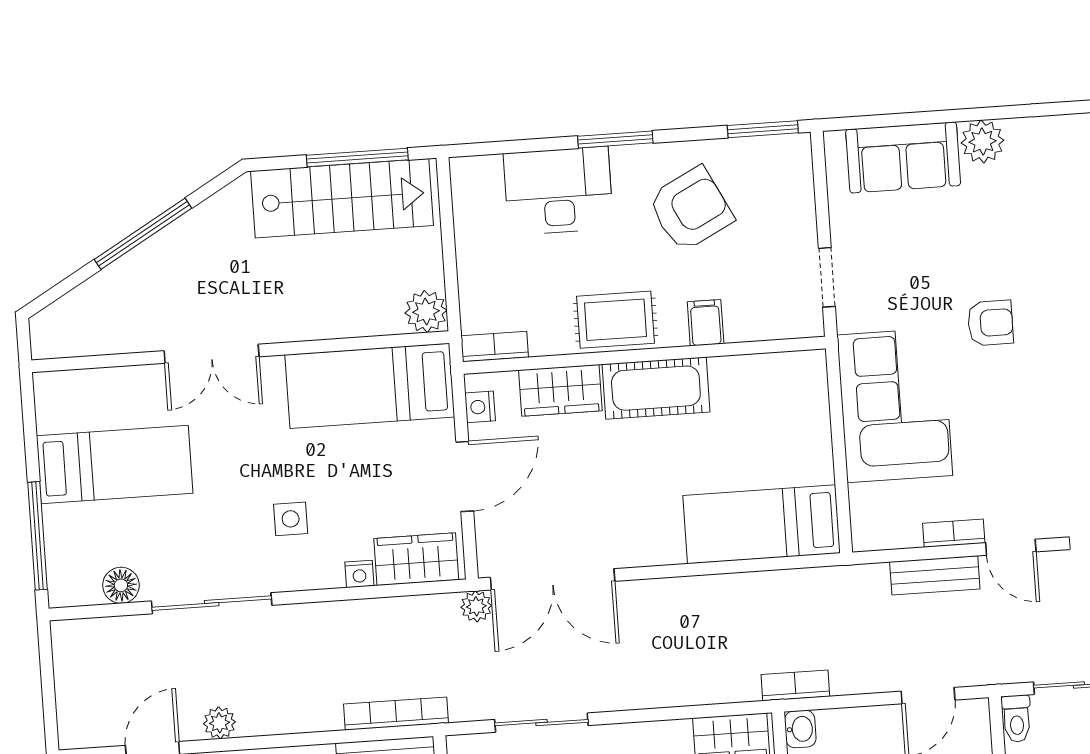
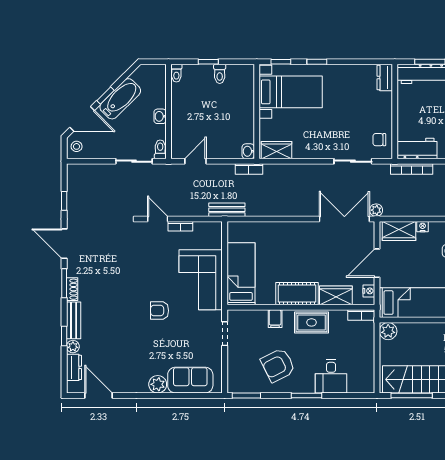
desk: (558, 191) -> (331, 376), width x0.73
bed: (762, 524) -> (241, 274), moved, turned -90
bench: (935, 575) -> (227, 210), moved

